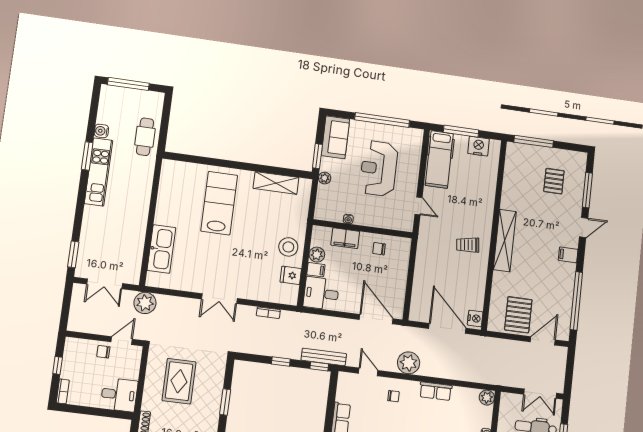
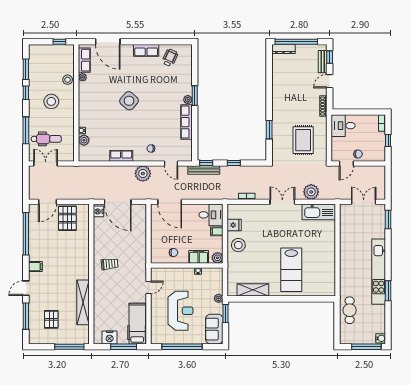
water cooler: (101, 131) -> (381, 338), moved
kitchen unit: (99, 172) -> (379, 272), width x1.36
door: (418, 206) -> (149, 288), swing flipped
shelving: (505, 241) -> (83, 302), moved
kitchen sink: (161, 249) -> (319, 212), moved, turned -90
plant: (317, 255) -> (217, 258), moved
plant: (145, 303) -> (311, 192), moved
plant: (487, 398) -> (84, 140), moved

